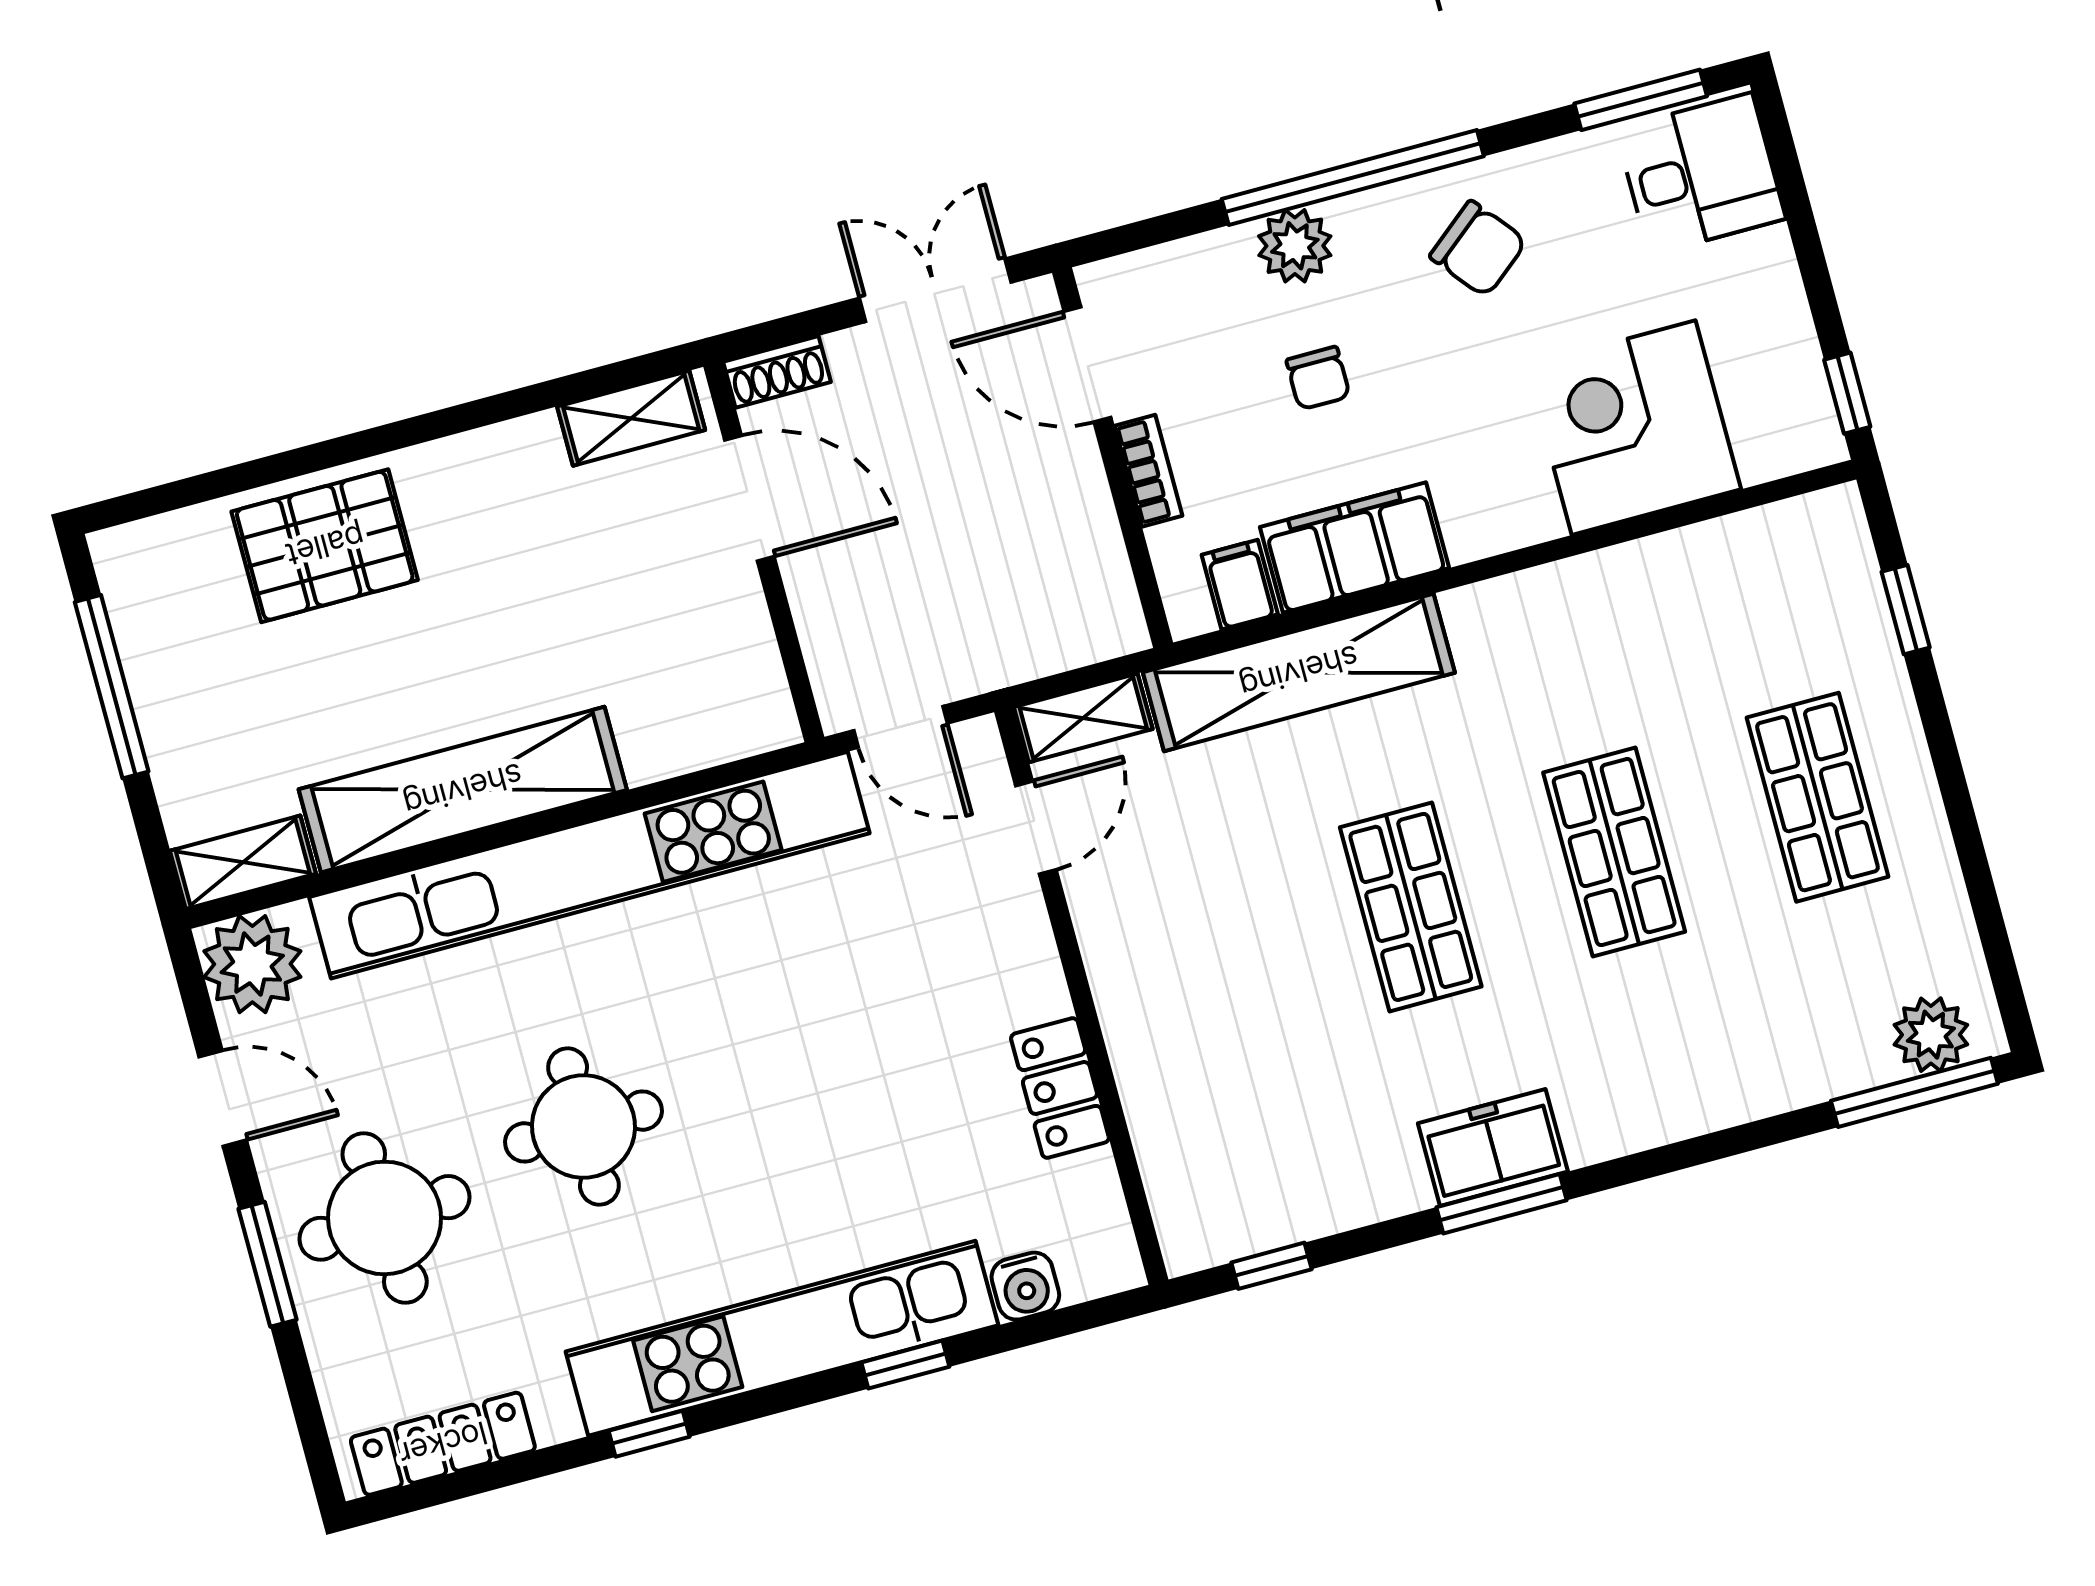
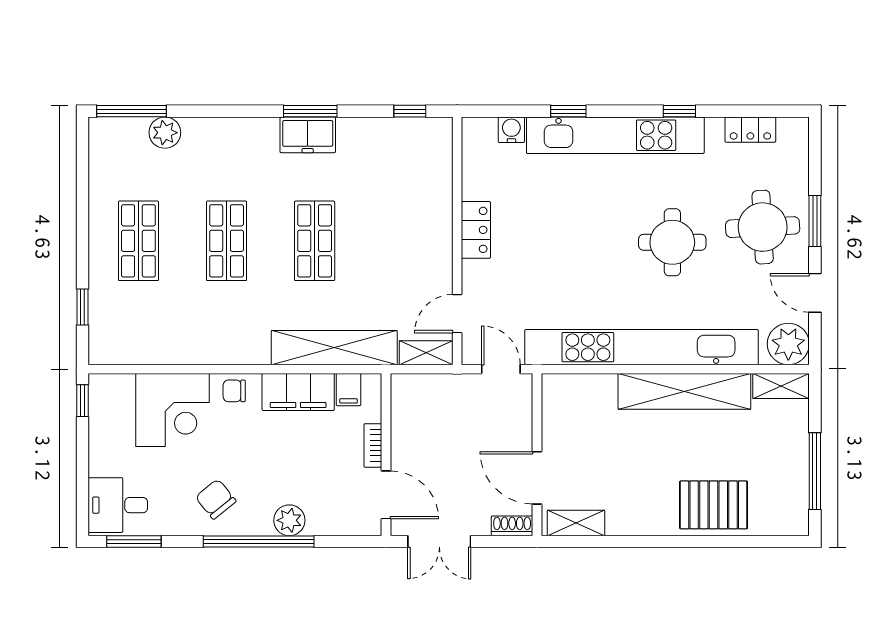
chair: (1318, 378) -> (234, 391), moved, turned -90
plant: (1931, 1035) -> (165, 133), moved
locker: (1060, 1088) -> (476, 230), moved
locker: (443, 1444) -> (750, 130), width x0.66

